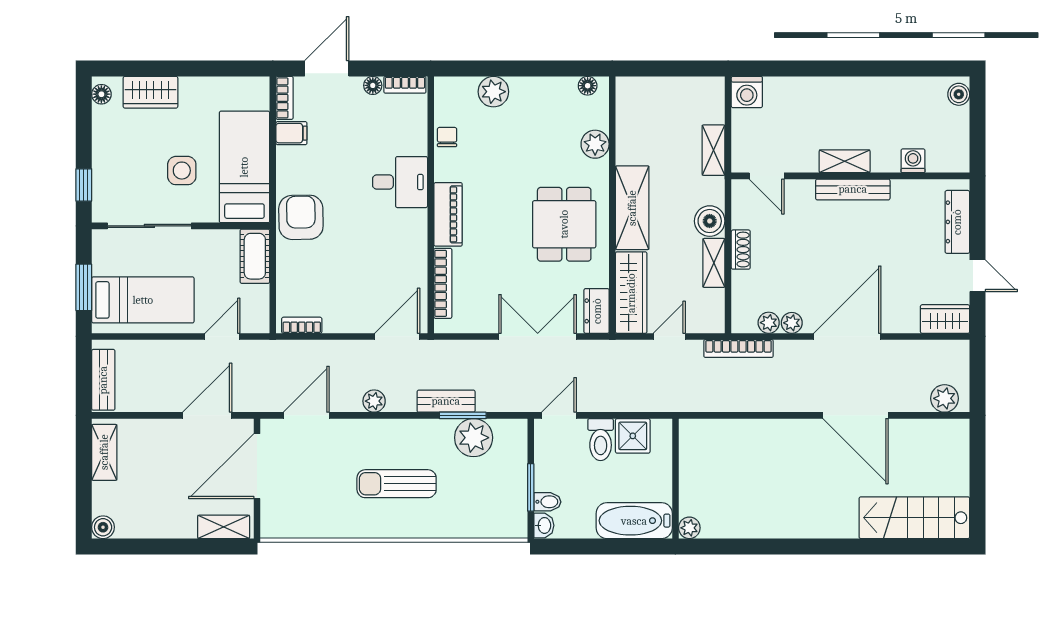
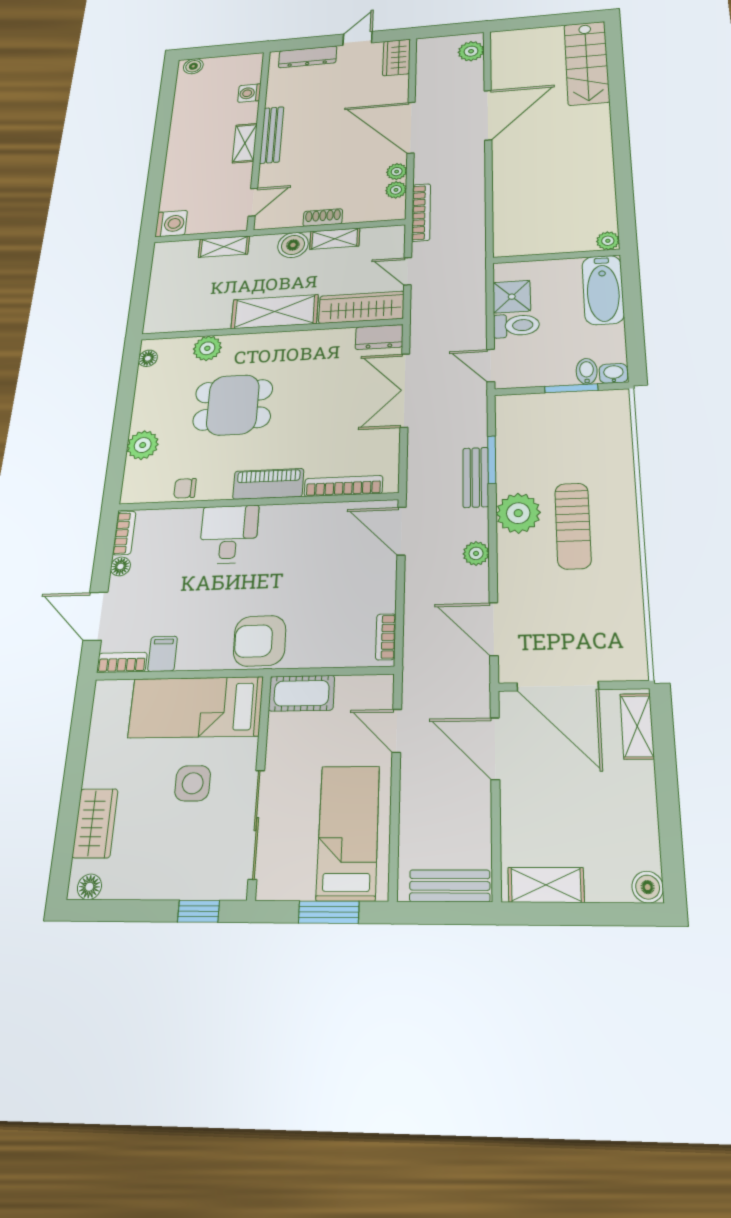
dining table: (564, 224) -> (233, 405), moved
plant: (474, 438) -> (518, 513), moved

